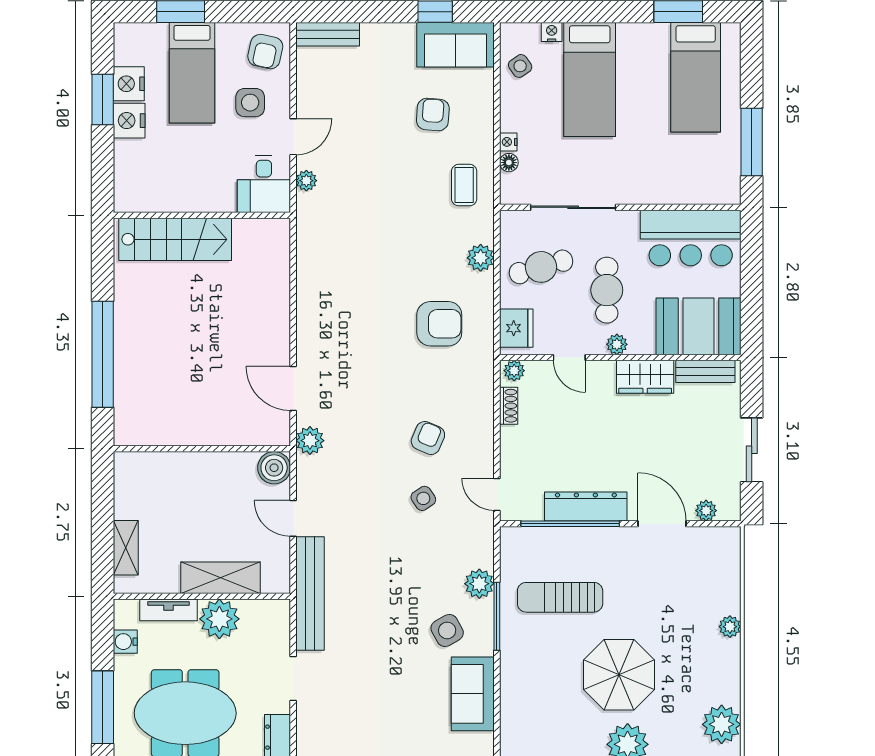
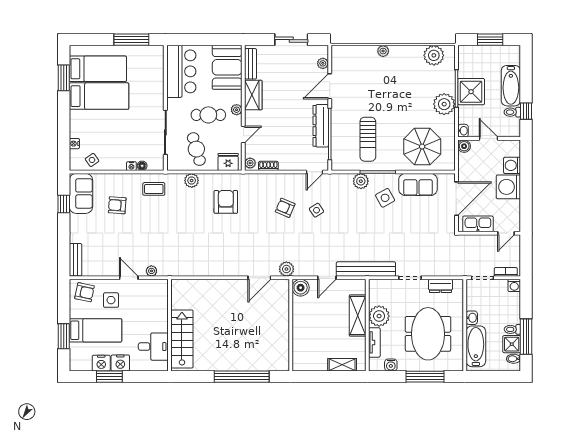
bed: (590, 80) -> (99, 96), moved
desk: (264, 184) -> (153, 347), moved
parasol: (619, 675) -> (422, 147), moved

